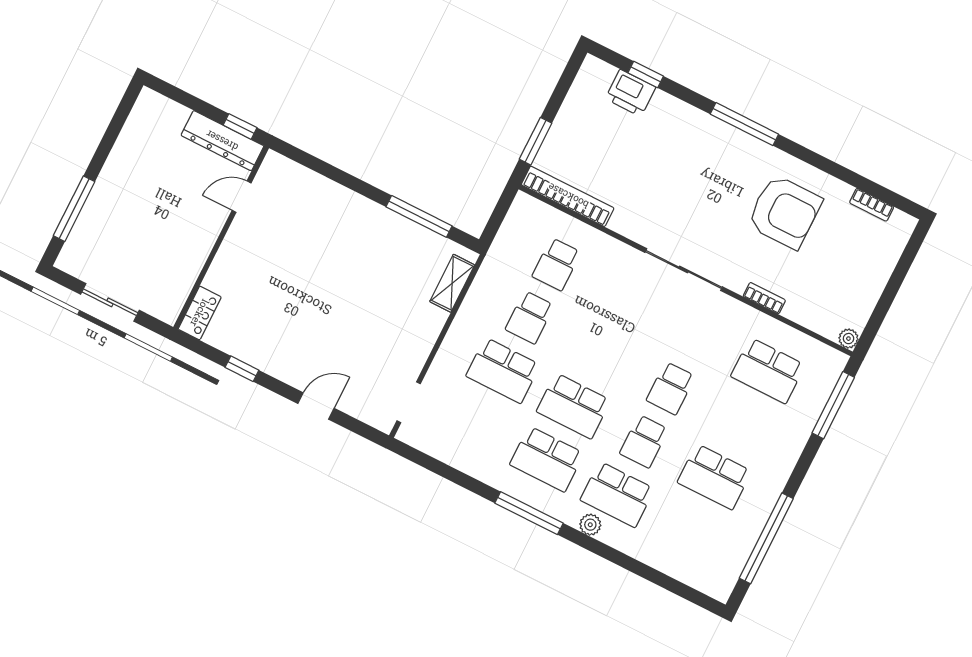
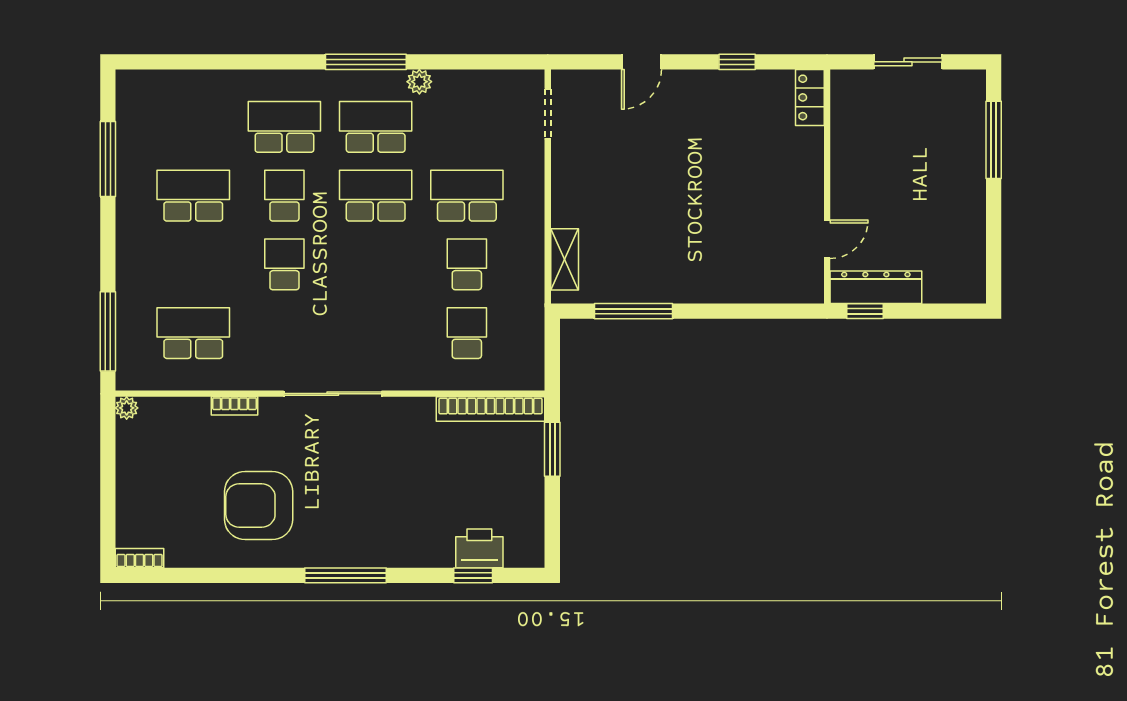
bookcase: (872, 205) -> (140, 558), moved
plant: (590, 525) -> (419, 82), moved
window: (766, 538) -> (108, 159), width x0.68

